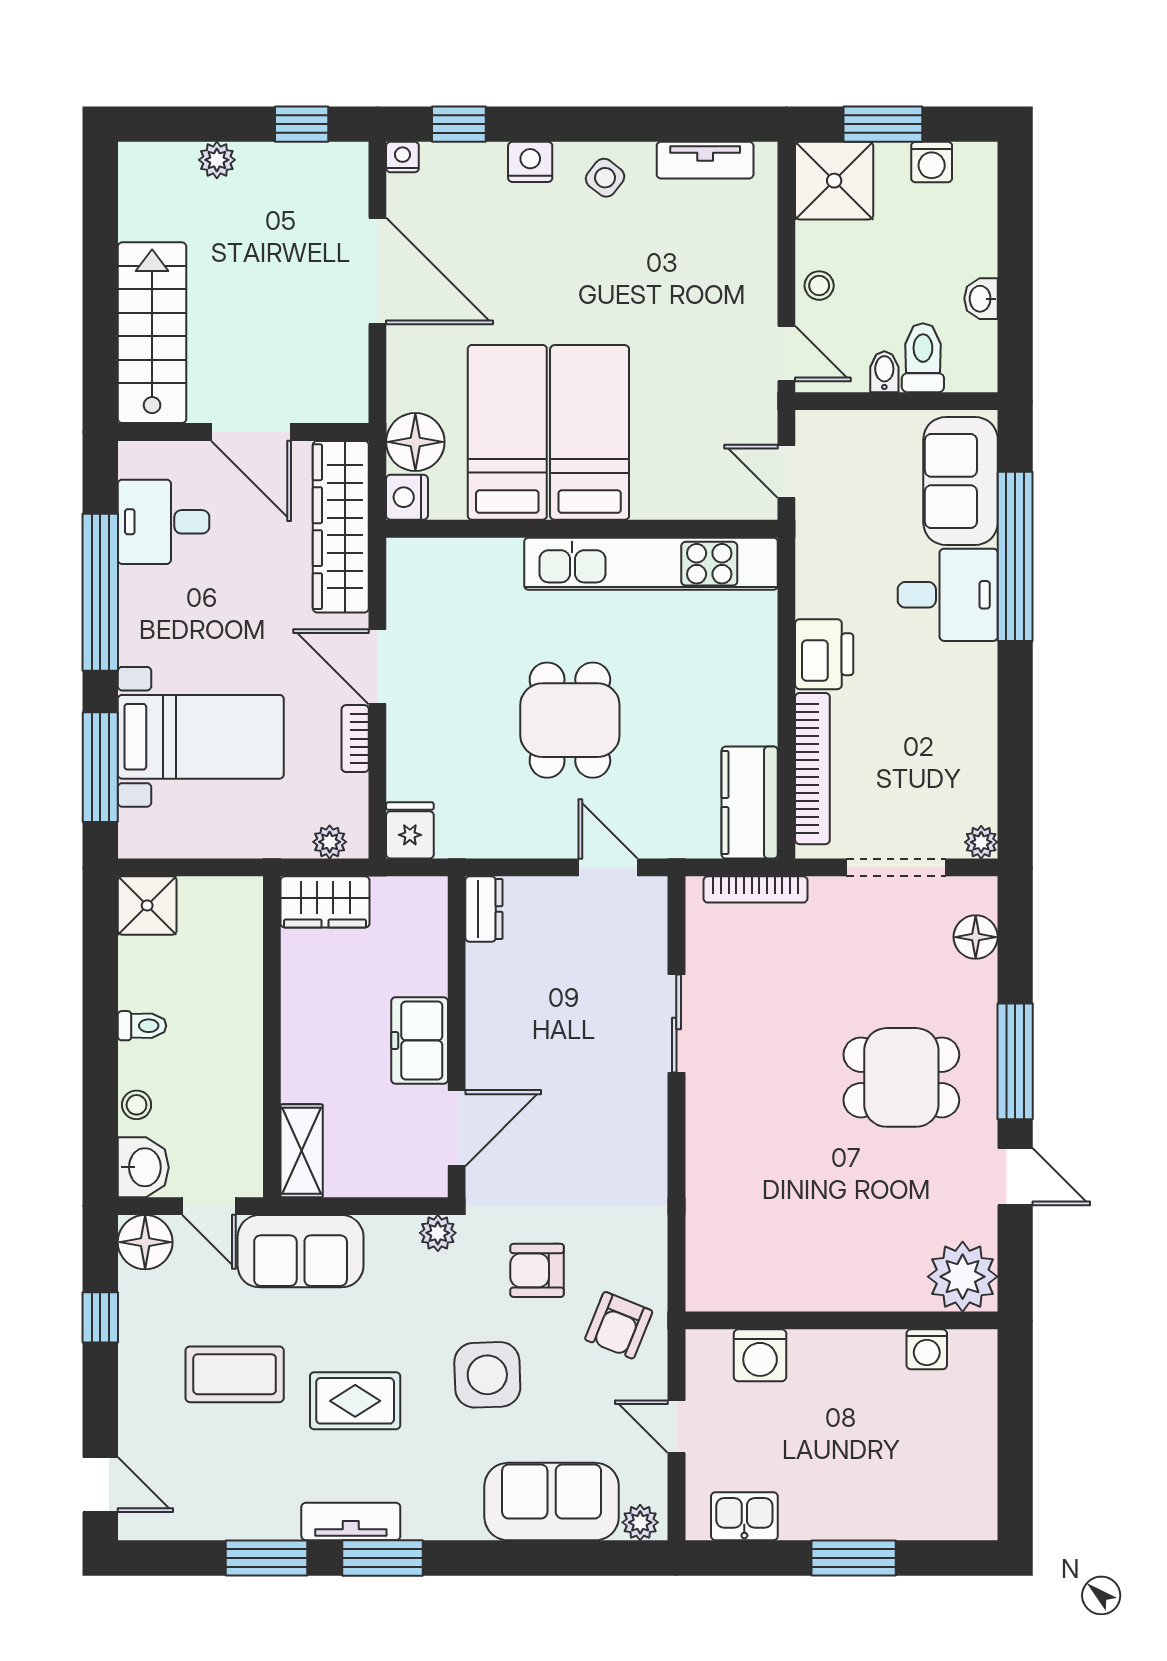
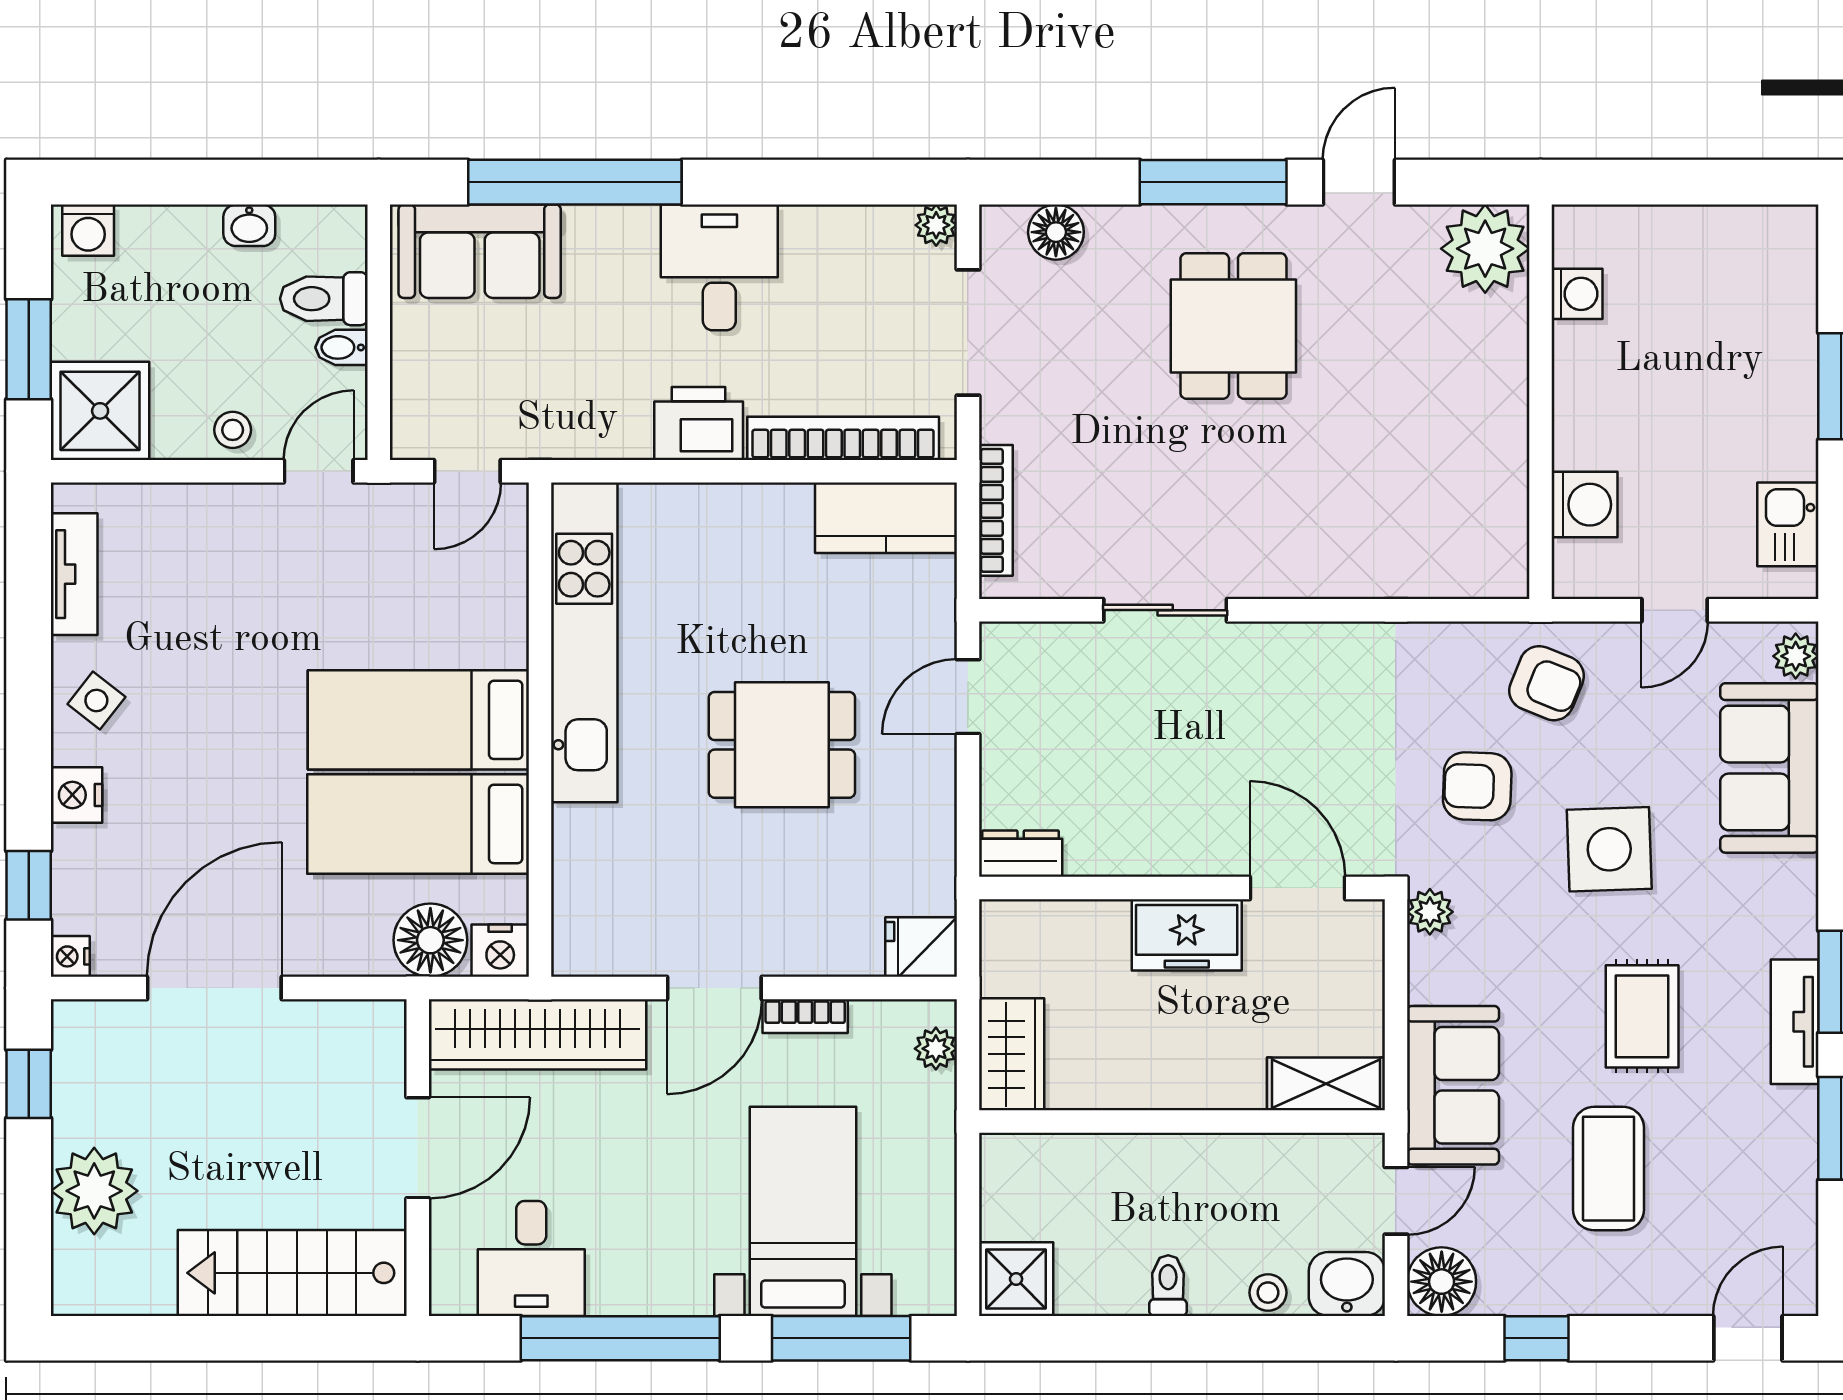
plant: (217, 160) -> (94, 1191), width x1.88, depth x1.88
washing machine: (932, 162) -> (88, 230), moved, turned 90
desk: (948, 595) -> (719, 267), moved
armchair: (537, 1270) -> (1477, 786), turned 92

